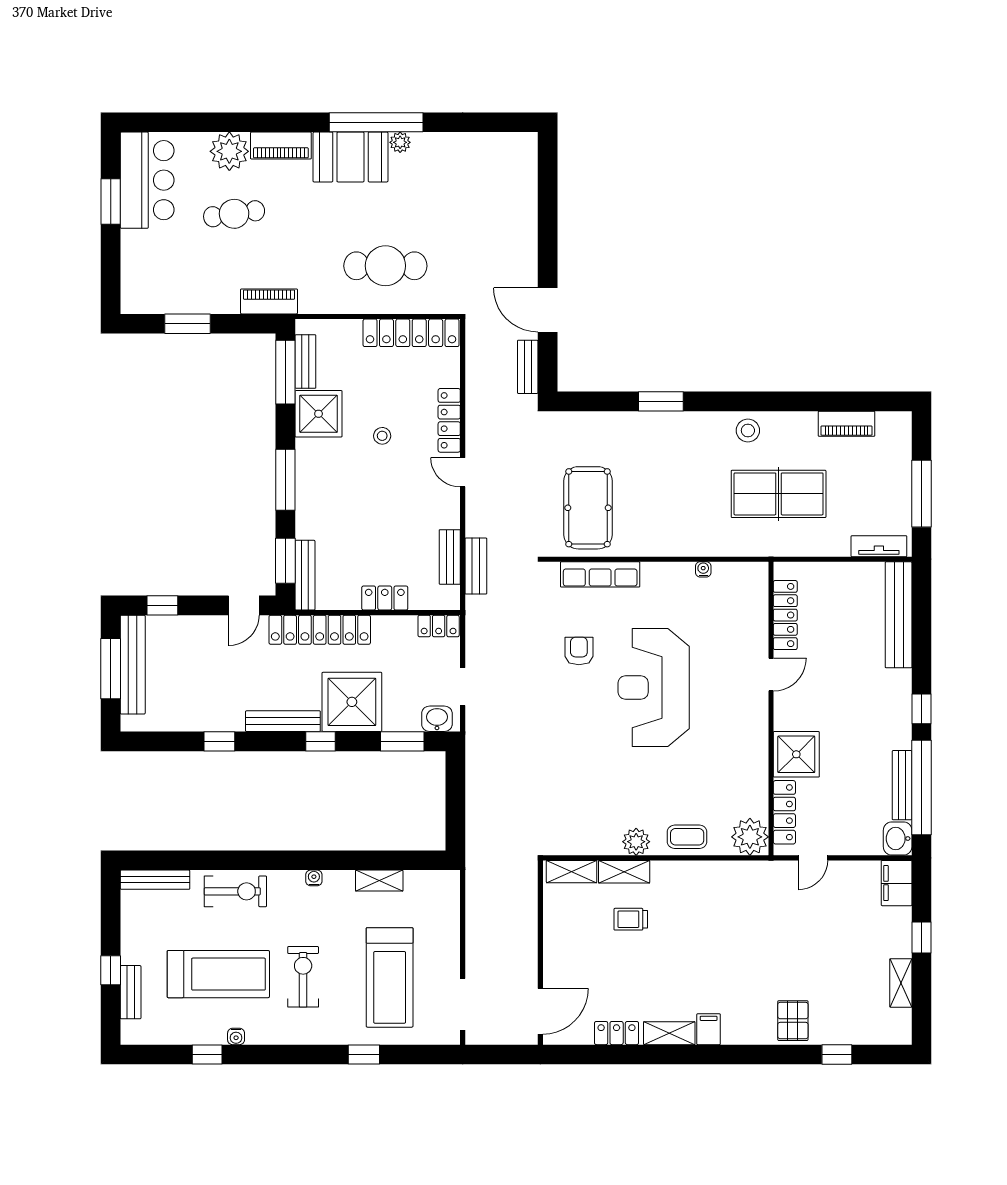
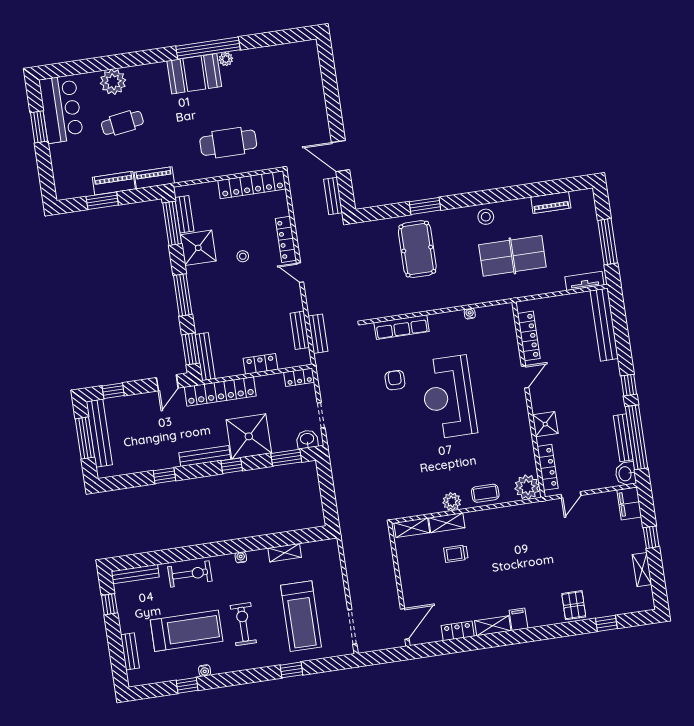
piano: (281, 146) -> (114, 183), moved, turned 180
pool table: (588, 508) -> (417, 249), moved
shower: (796, 754) -> (545, 424), width x0.73, depth x0.73
window: (111, 970) -> (109, 604), moved

